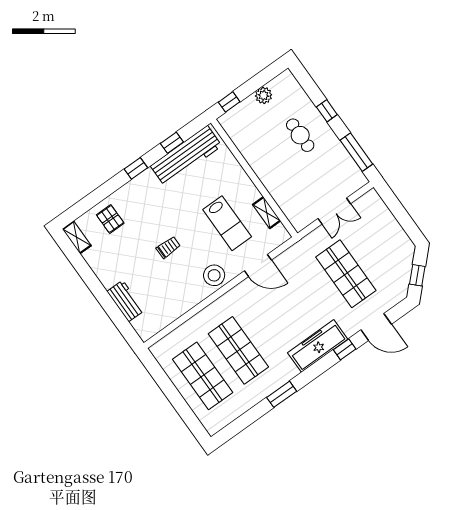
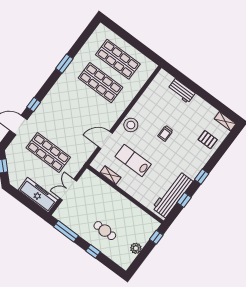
freezer: (318, 346) -> (38, 195), moved, turned -90

